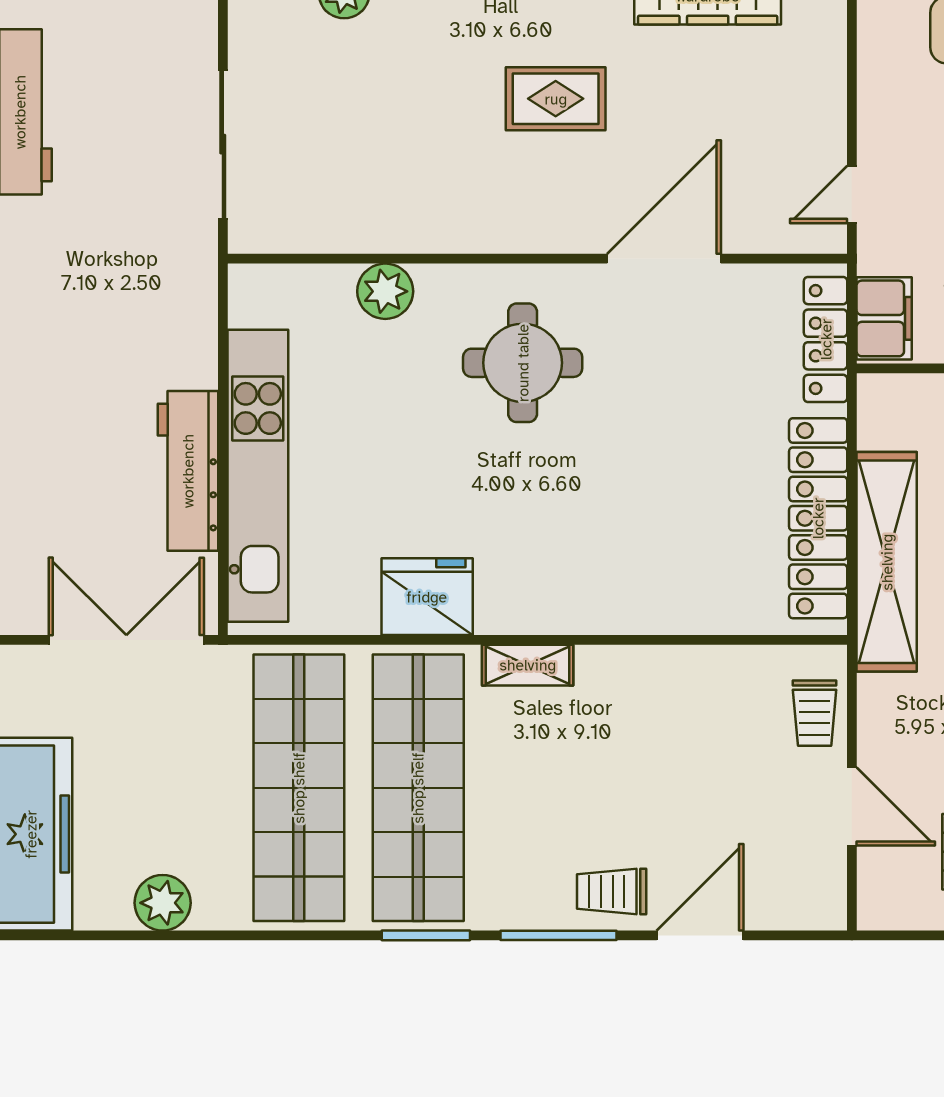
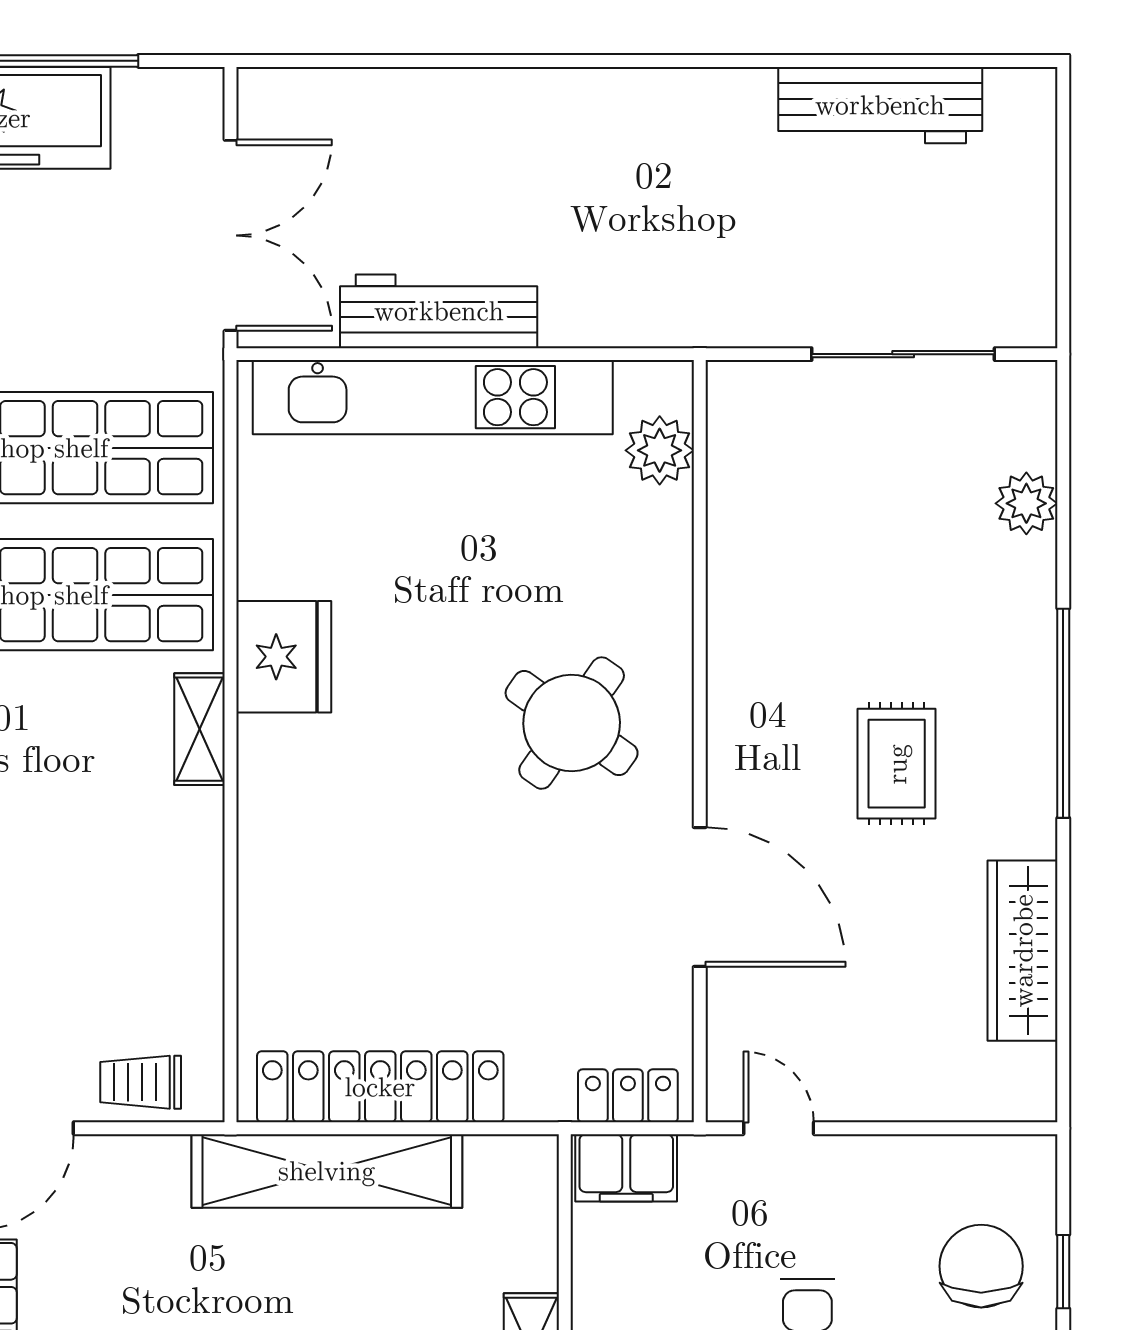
sliding door: (223, 144) -> (903, 354), moved
plant: (385, 291) -> (660, 450), moved
locker: (826, 339) -> (628, 1096), width x0.66
round table: (523, 363) -> (572, 723), turned 35
fridge: (427, 597) -> (284, 657), moved

